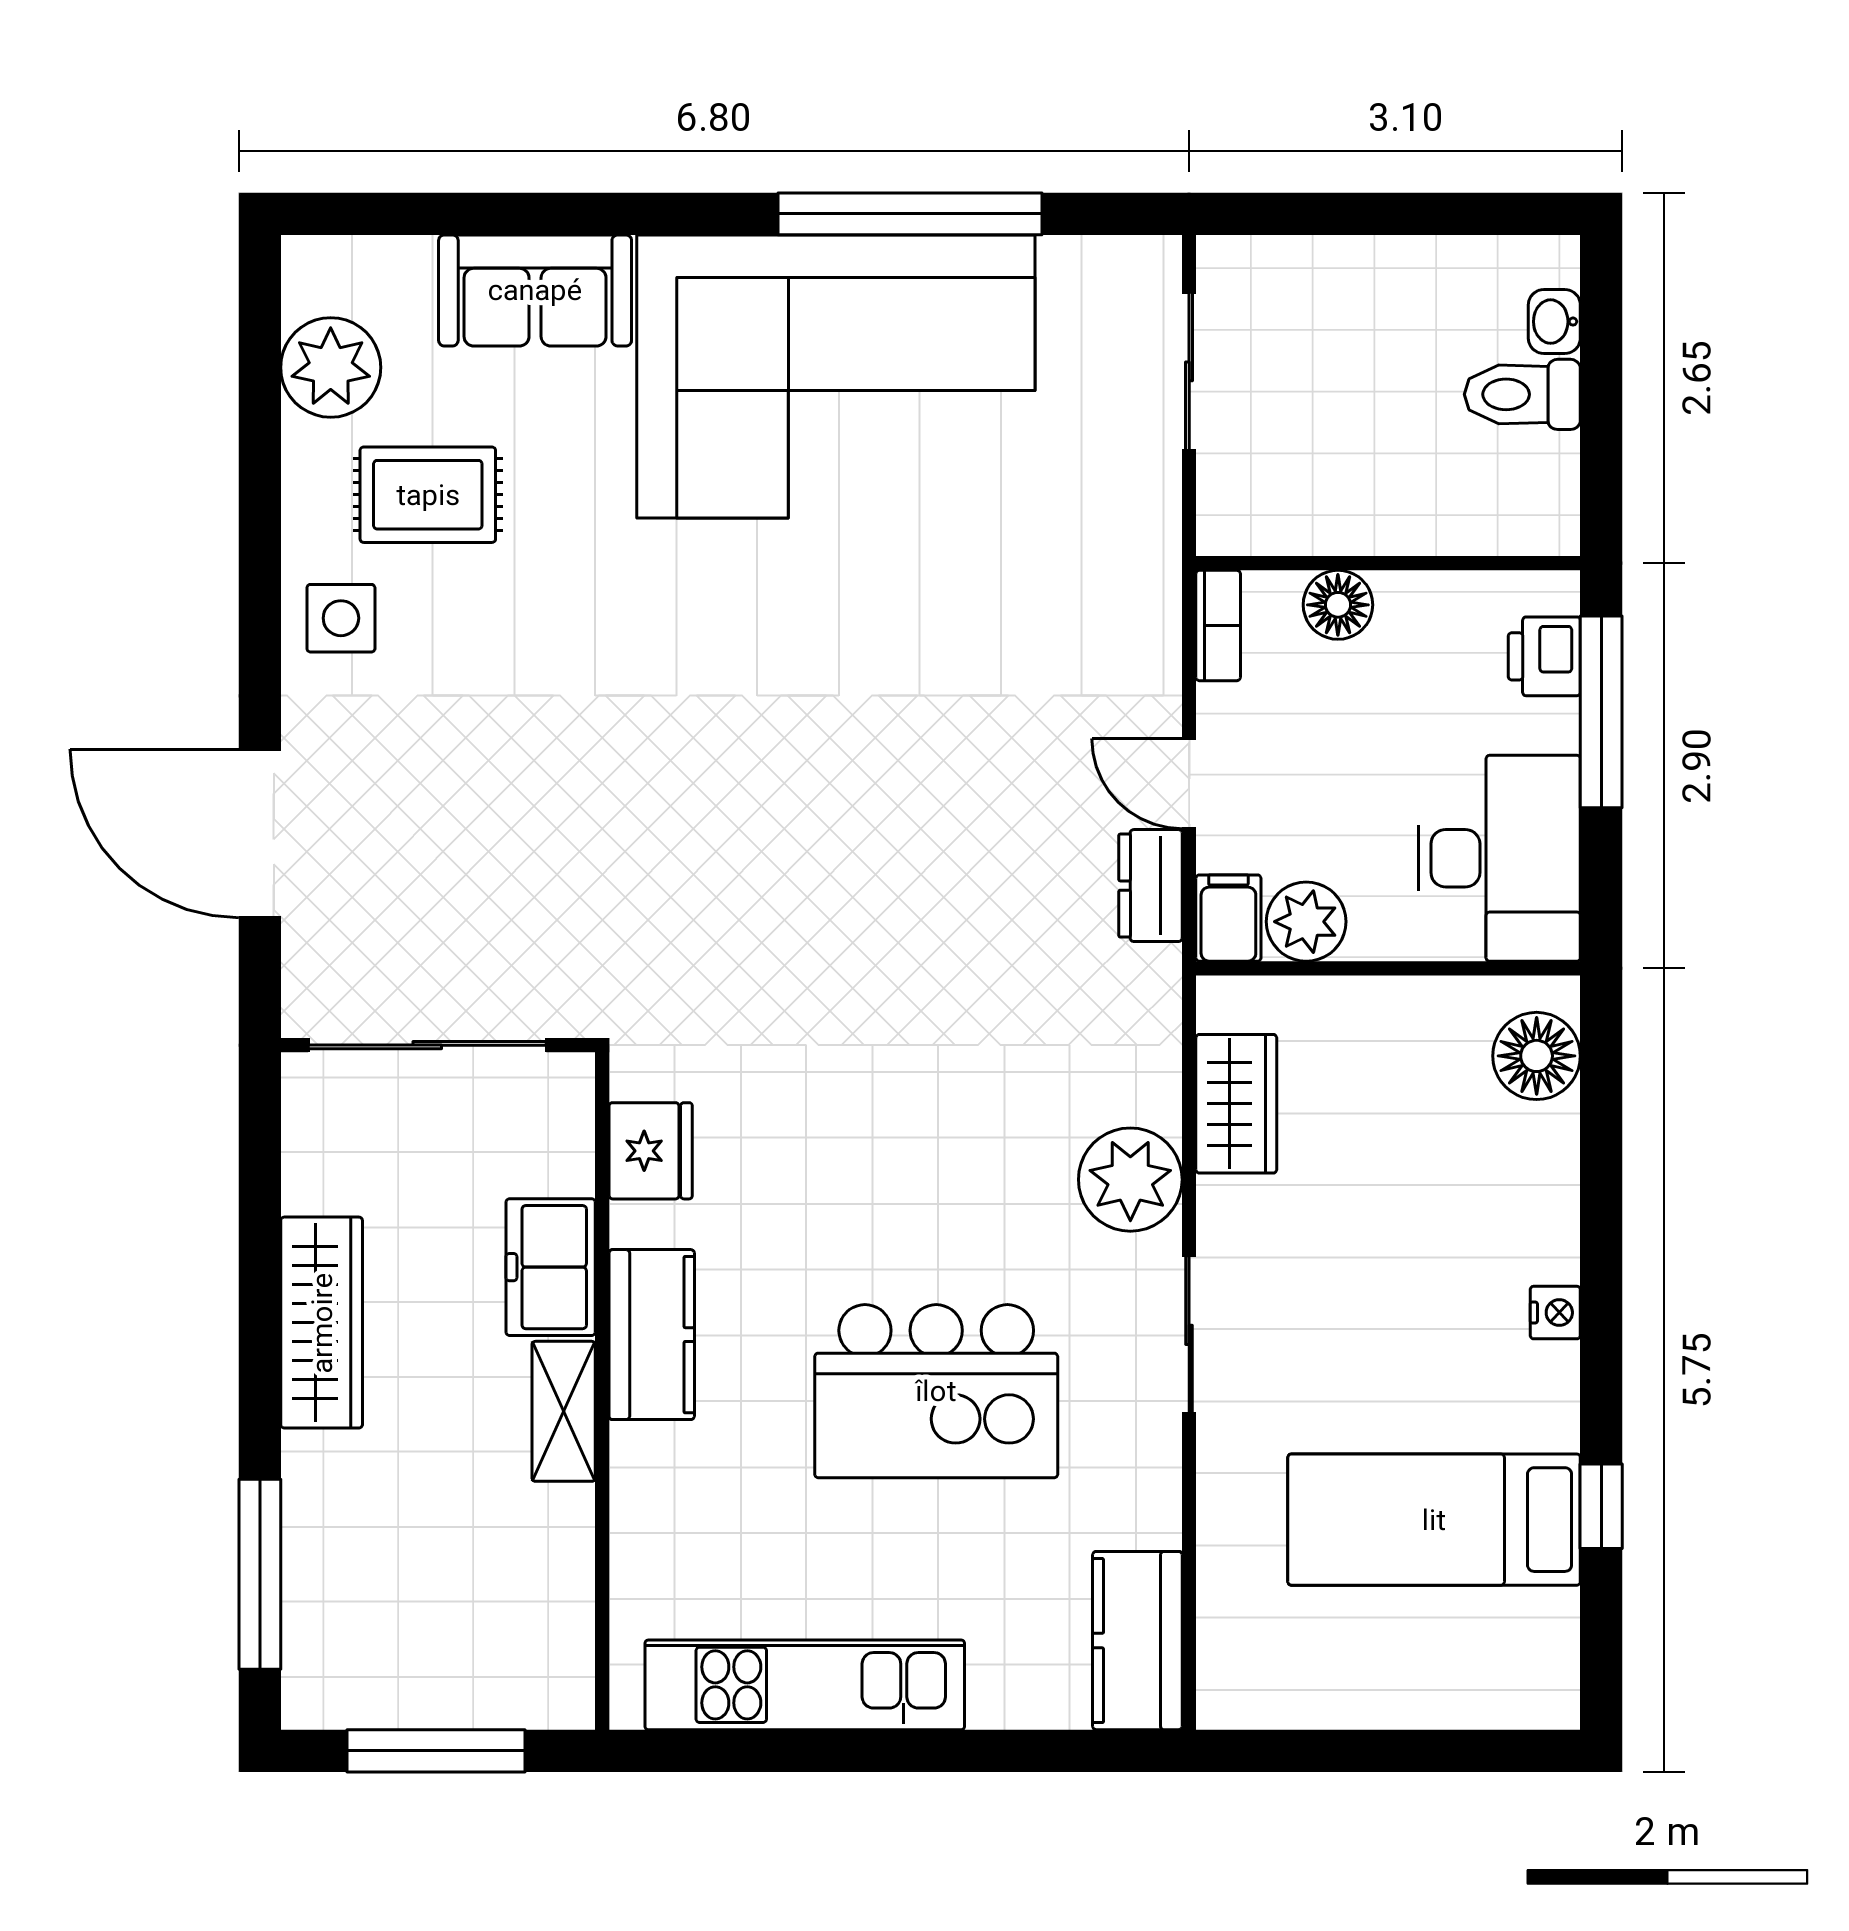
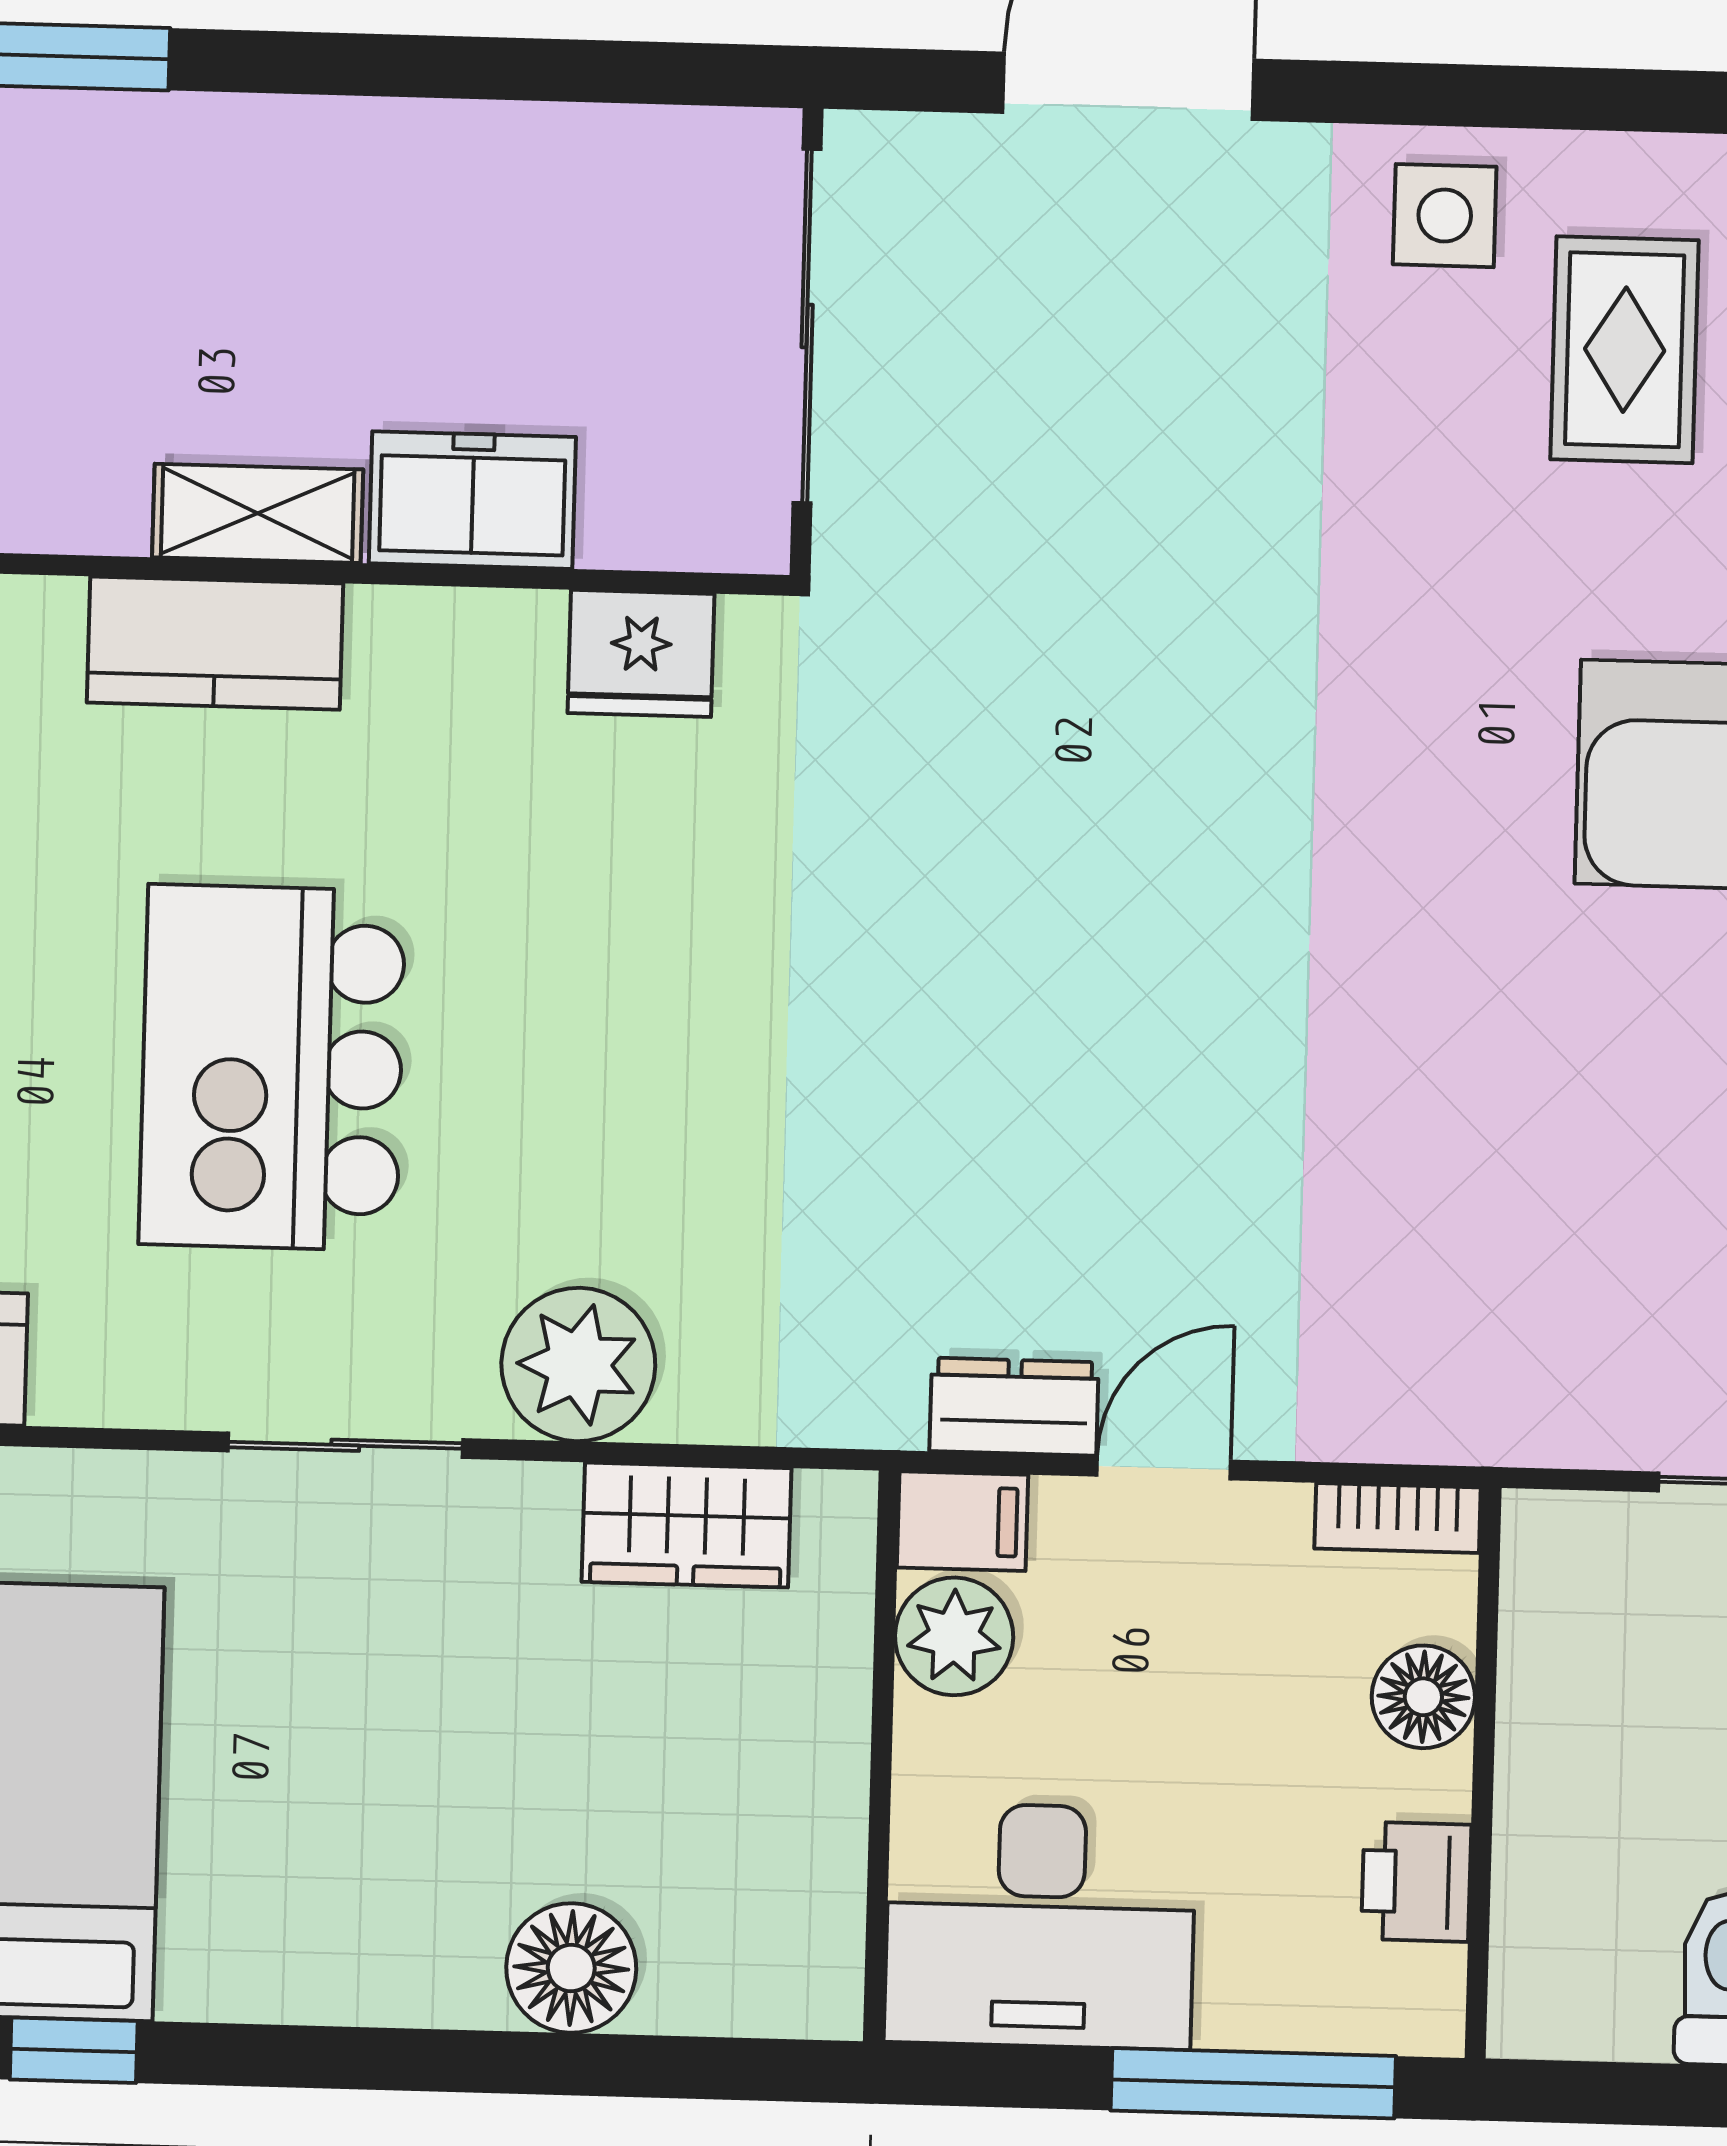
printer: (1544, 656) -> (1416, 1882), moved, turned -90
floor lamp: (1537, 1056) -> (571, 1968), moved
nightstand: (1555, 1313) -> (363, 1990), removed
wardrobe: (322, 1323) -> (400, 158), removed
kitchen counter: (652, 1335) -> (215, 643), moved

